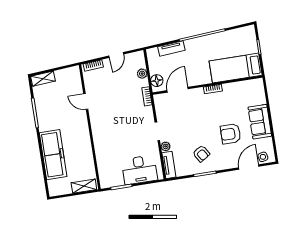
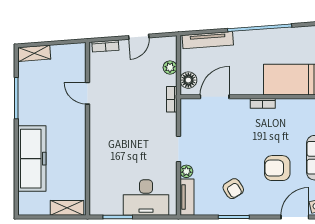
tv unit: (171, 48) -> (208, 40), width x1.41

